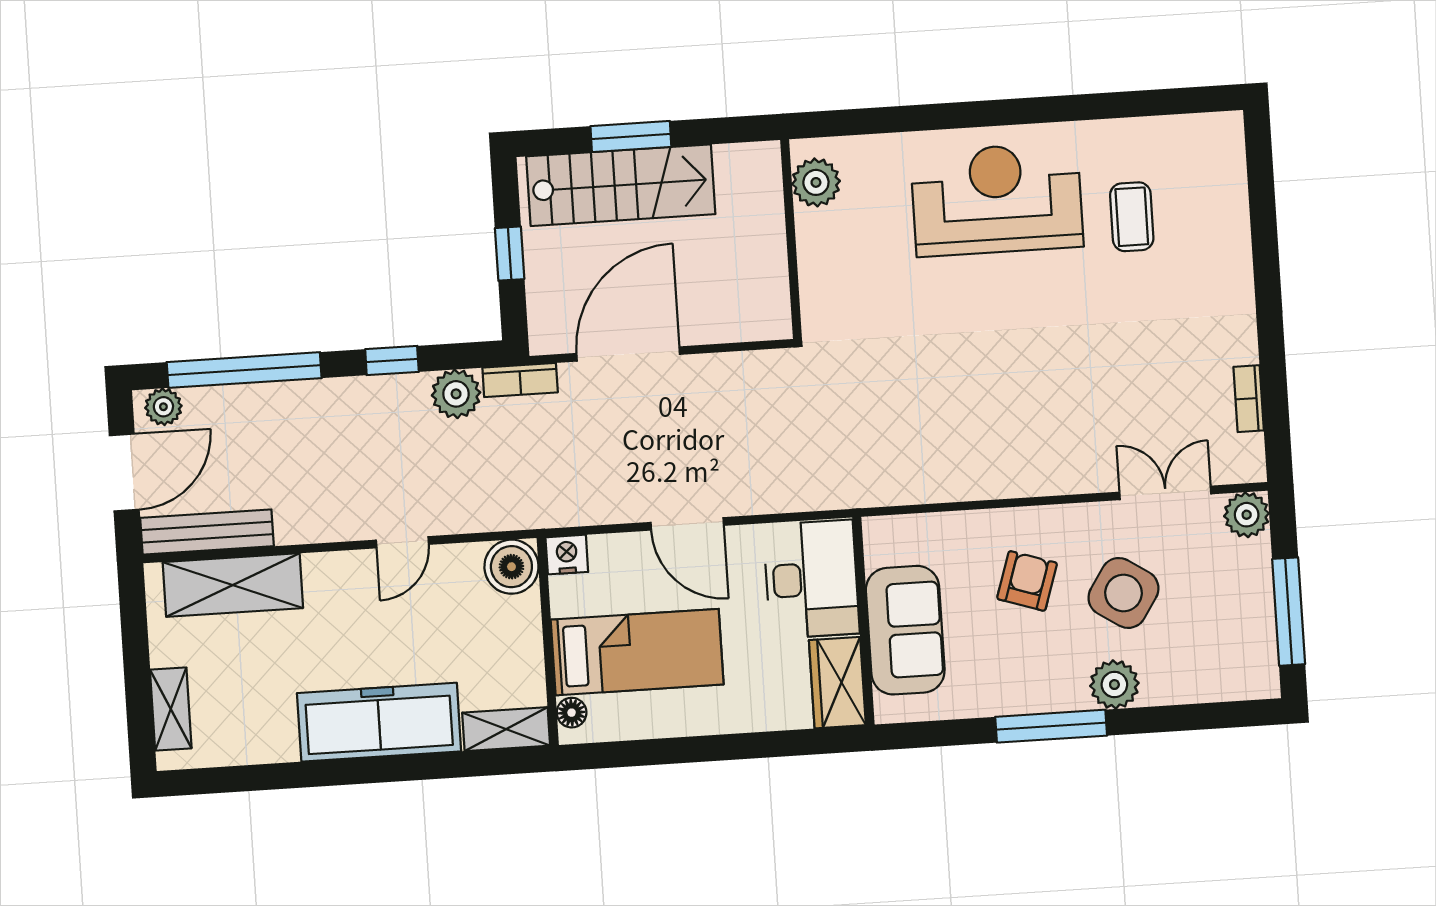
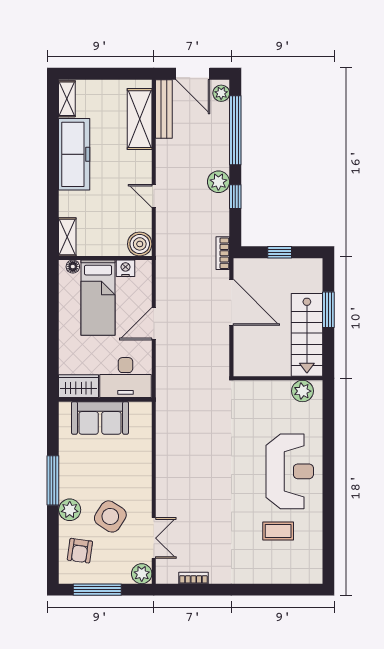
stairs: (621, 185) -> (307, 335), moved
plant: (456, 394) -> (218, 182), moved
nightstand: (567, 555) -> (126, 268), moved, turned -90
armchair: (1027, 581) -> (80, 551), moved, turned 80
shelving: (171, 709) -> (67, 99), moved, turned 90
freezer: (379, 722) -> (74, 154), moved

